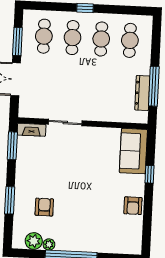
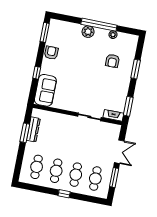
window: (154, 86) -> (25, 133), width x0.69
window: (147, 233) -> (45, 32), added
plant: (34, 241) -> (88, 32), moved

